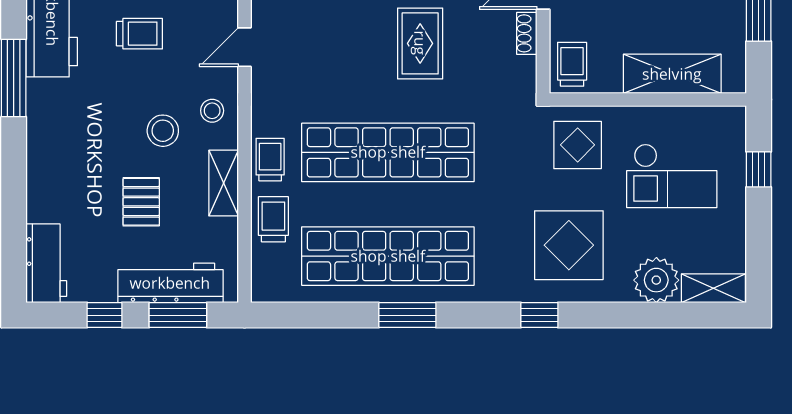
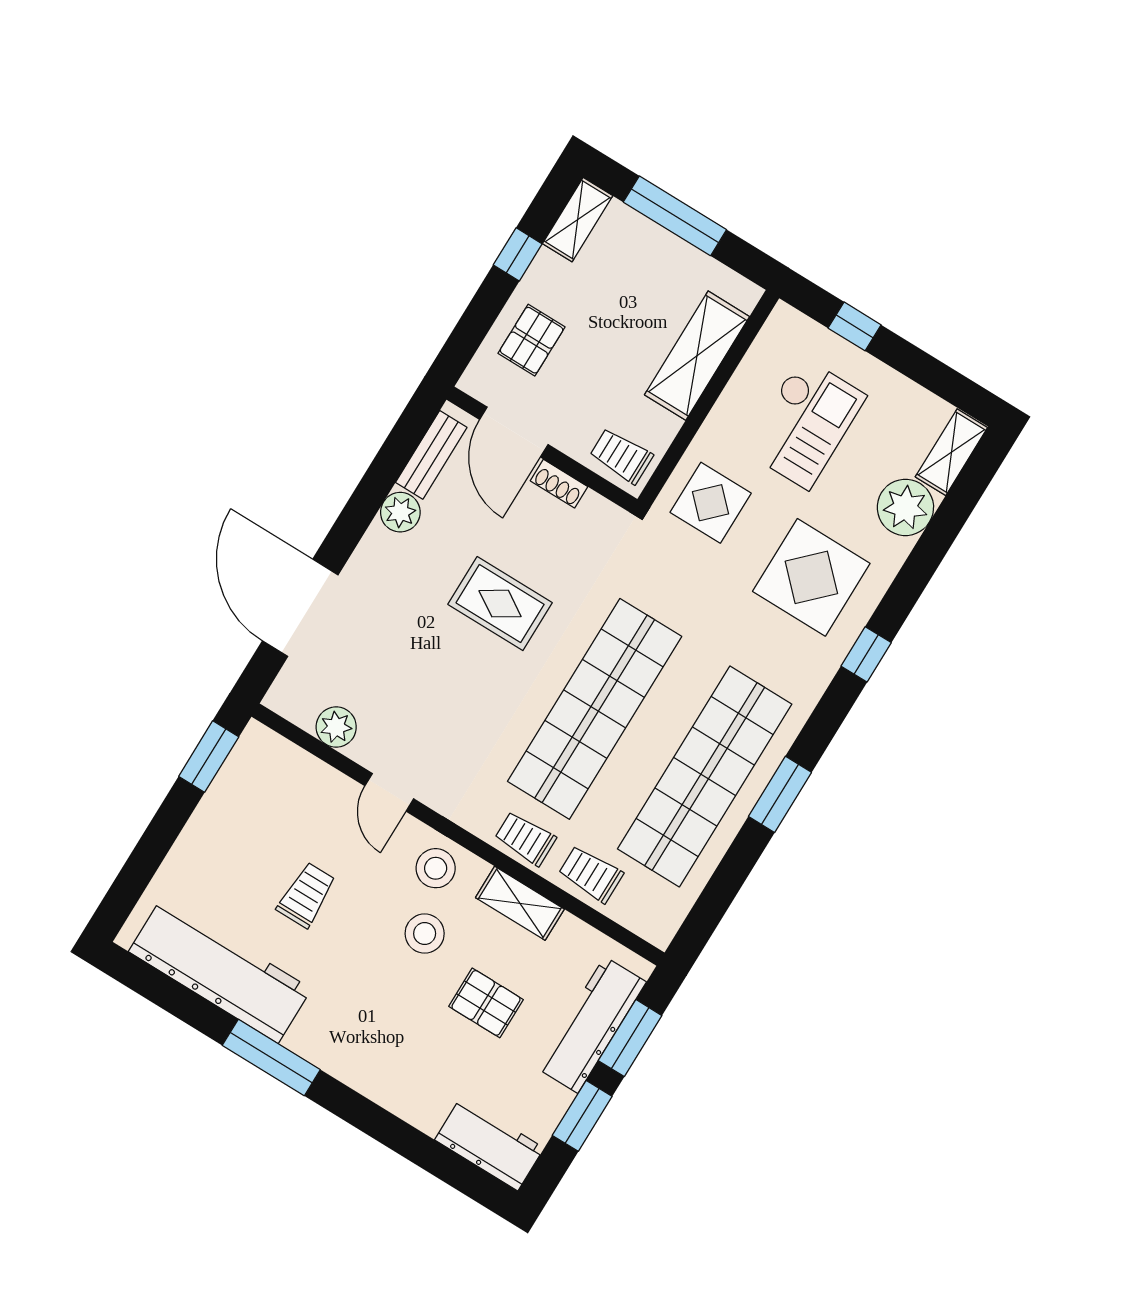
stool: (212, 111) -> (436, 868), width x1.37, depth x1.37
window: (104, 315) -> (582, 1116), width x1.50

